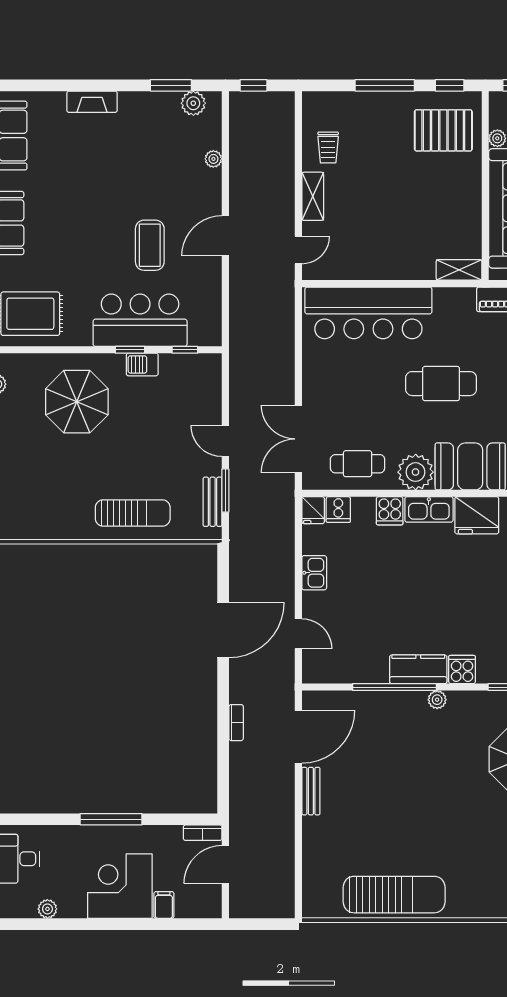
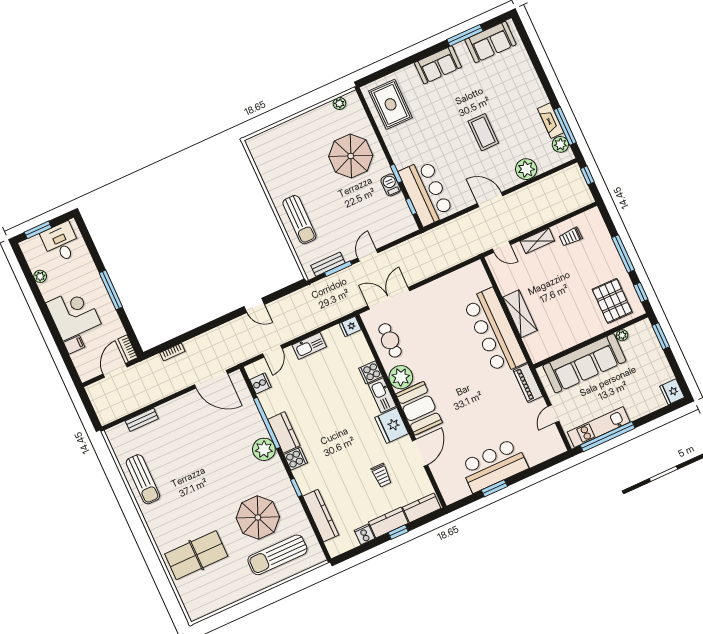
window: (171, 85) -> (565, 126), width x1.44
fireplace: (92, 102) -> (551, 121), moved
plant: (213, 159) -> (526, 169), width x1.87, depth x1.87
coffee table: (150, 245) -> (483, 132), moved, turned 90
shelving: (459, 270) -> (520, 314), moved, width x1.50, depth x1.33
bar counter: (368, 313) -> (495, 331), moved
bar counter: (140, 320) -> (426, 192), moved
cafe table: (441, 384) -> (461, 368), removed
cooker: (338, 510) -> (260, 383), moved, turned 180
kitchen sink: (314, 573) -> (309, 346), width x1.38
door: (223, 630) -> (254, 305), width x0.53
plant: (437, 700) -> (264, 449), width x1.87, depth x1.87
bookcase: (236, 723) -> (172, 352), moved
bench: (311, 791) -> (142, 420), moved
door: (225, 864) -> (115, 370), hinge flipped
sun lounger: (394, 895) -> (143, 479), width x0.73, depth x0.75

